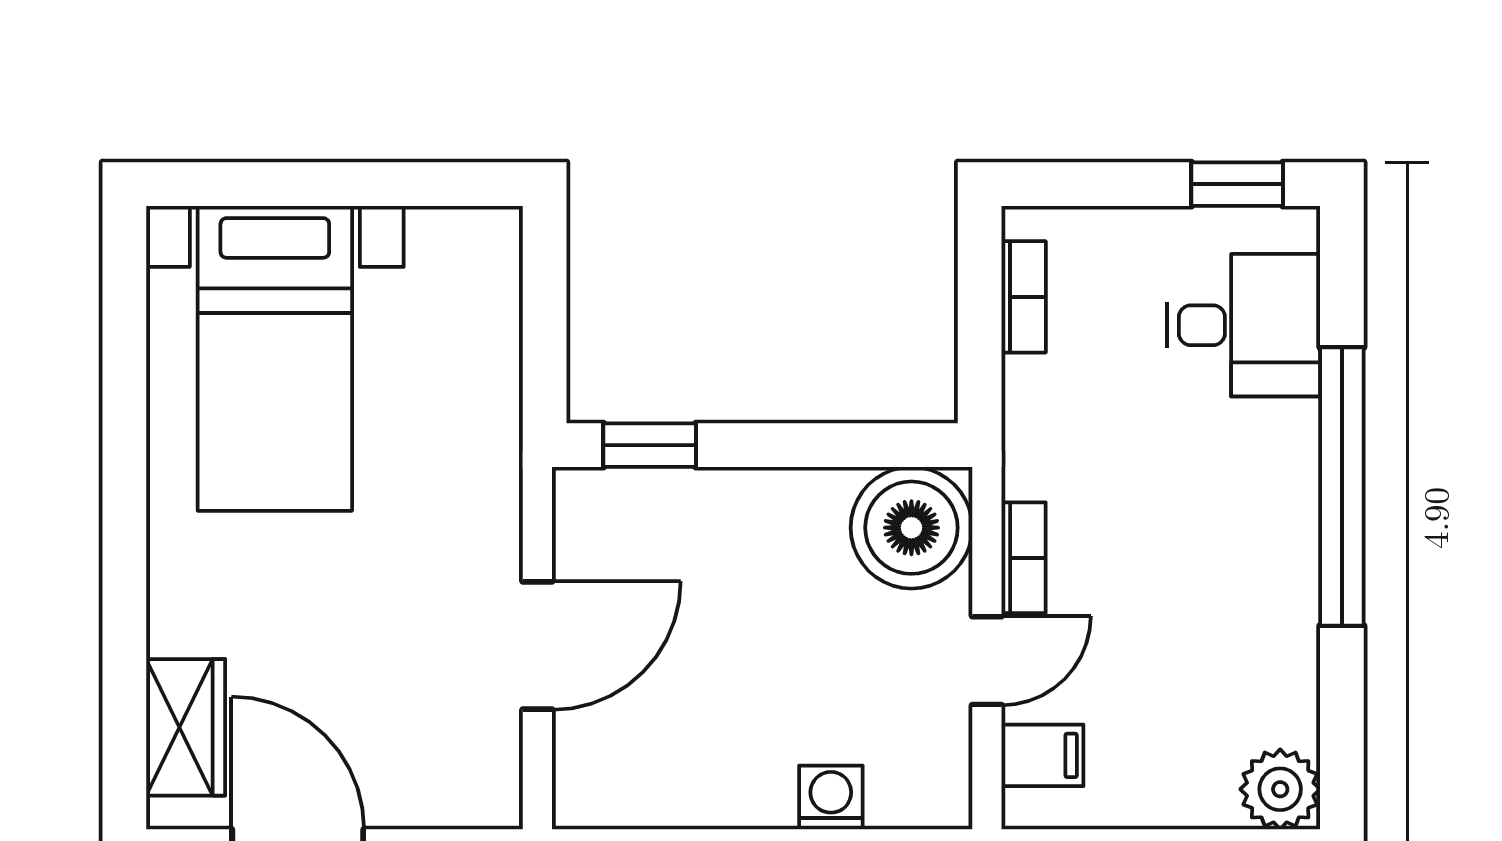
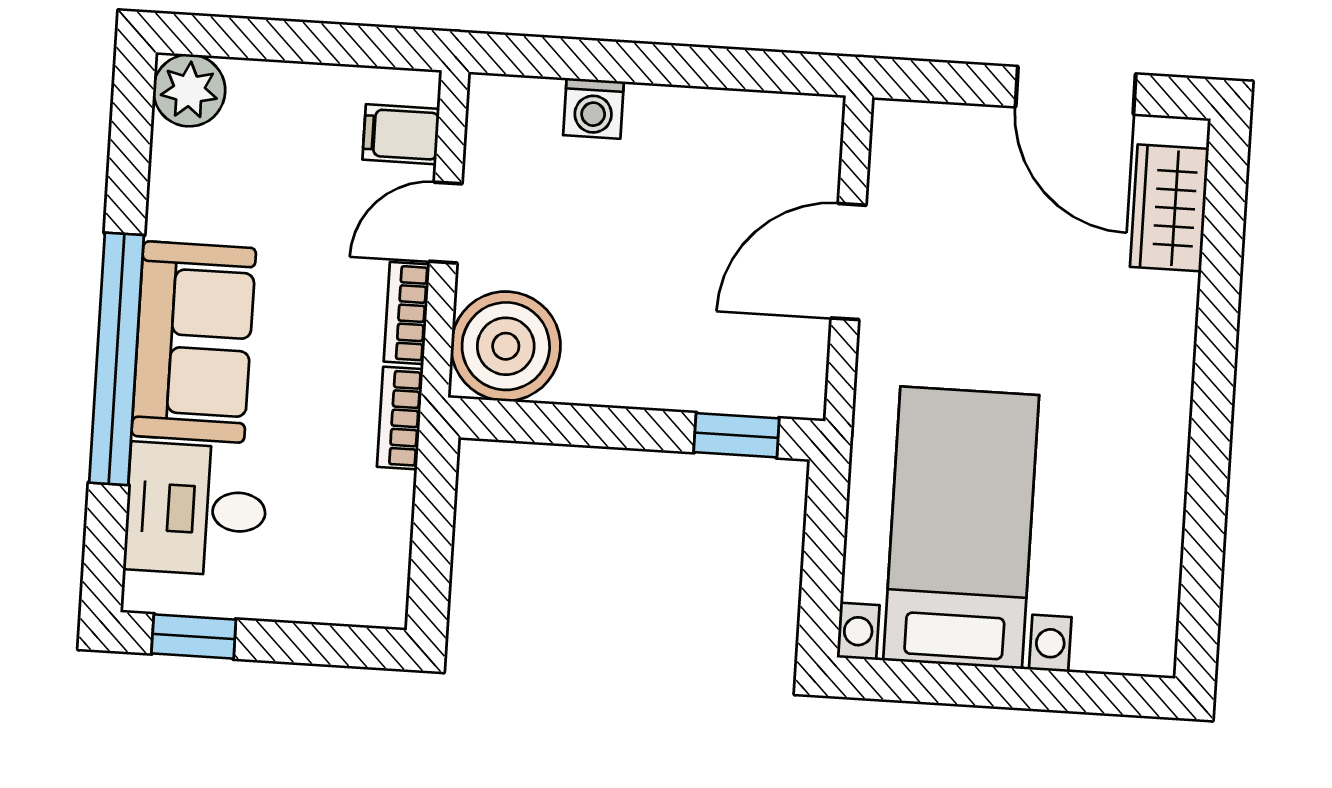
bookcase: (1024, 297) -> (400, 418), moved
bed with nightstands: (275, 358) -> (961, 528), moved
sofa: (1258, 511) -> (194, 342), added

